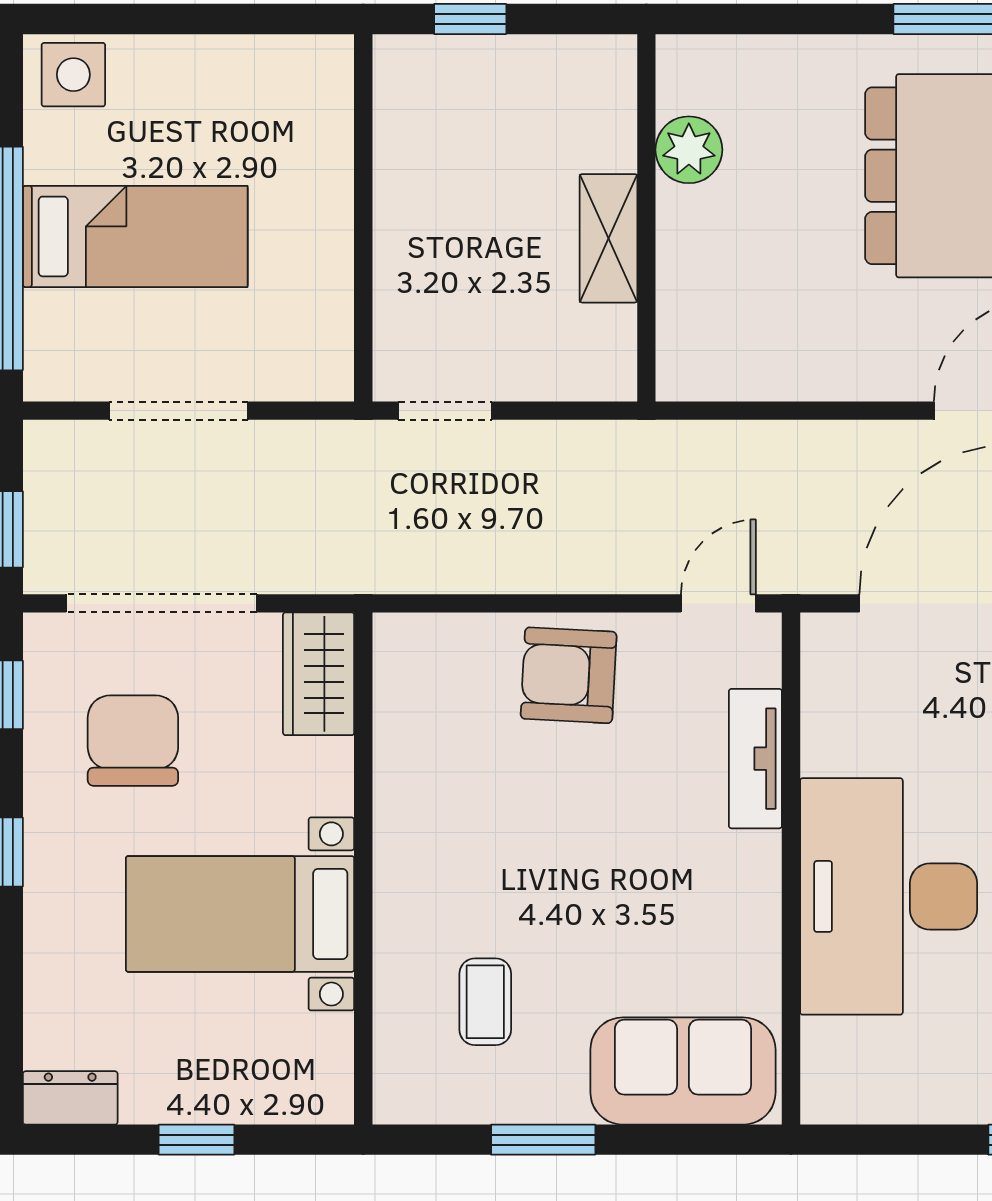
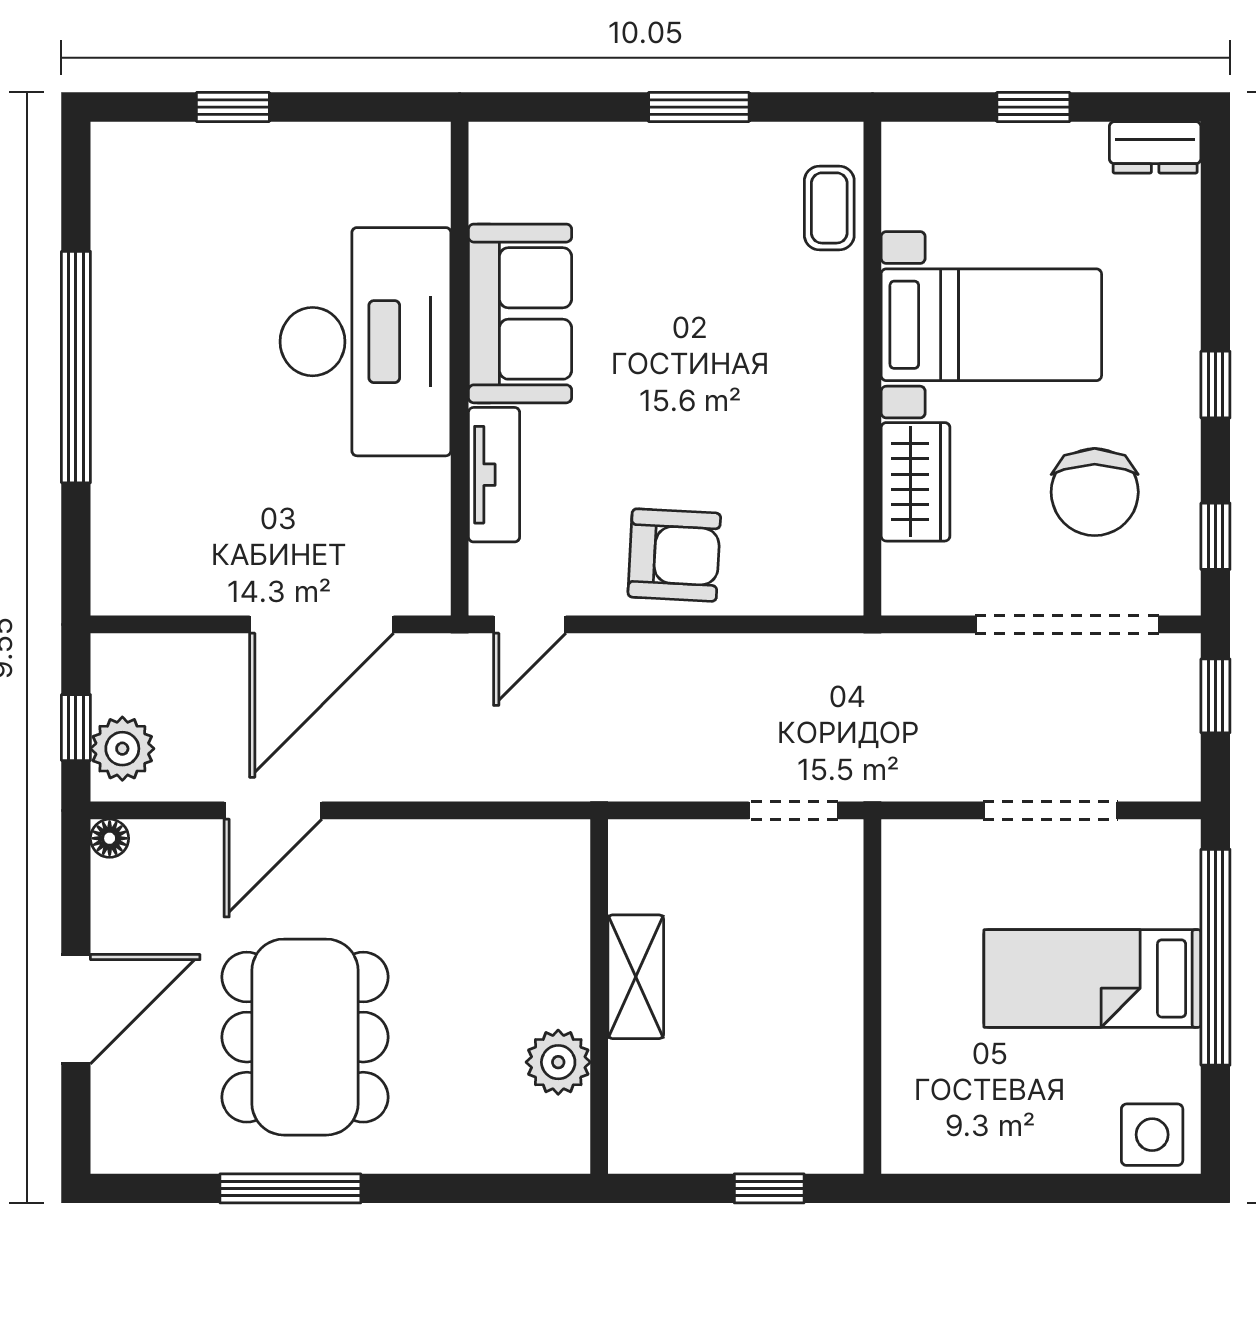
wardrobe: (319, 674) -> (916, 482), moved
coffee table: (485, 1002) -> (829, 208), moved
sofa: (683, 1071) -> (520, 313), moved, turned -90

